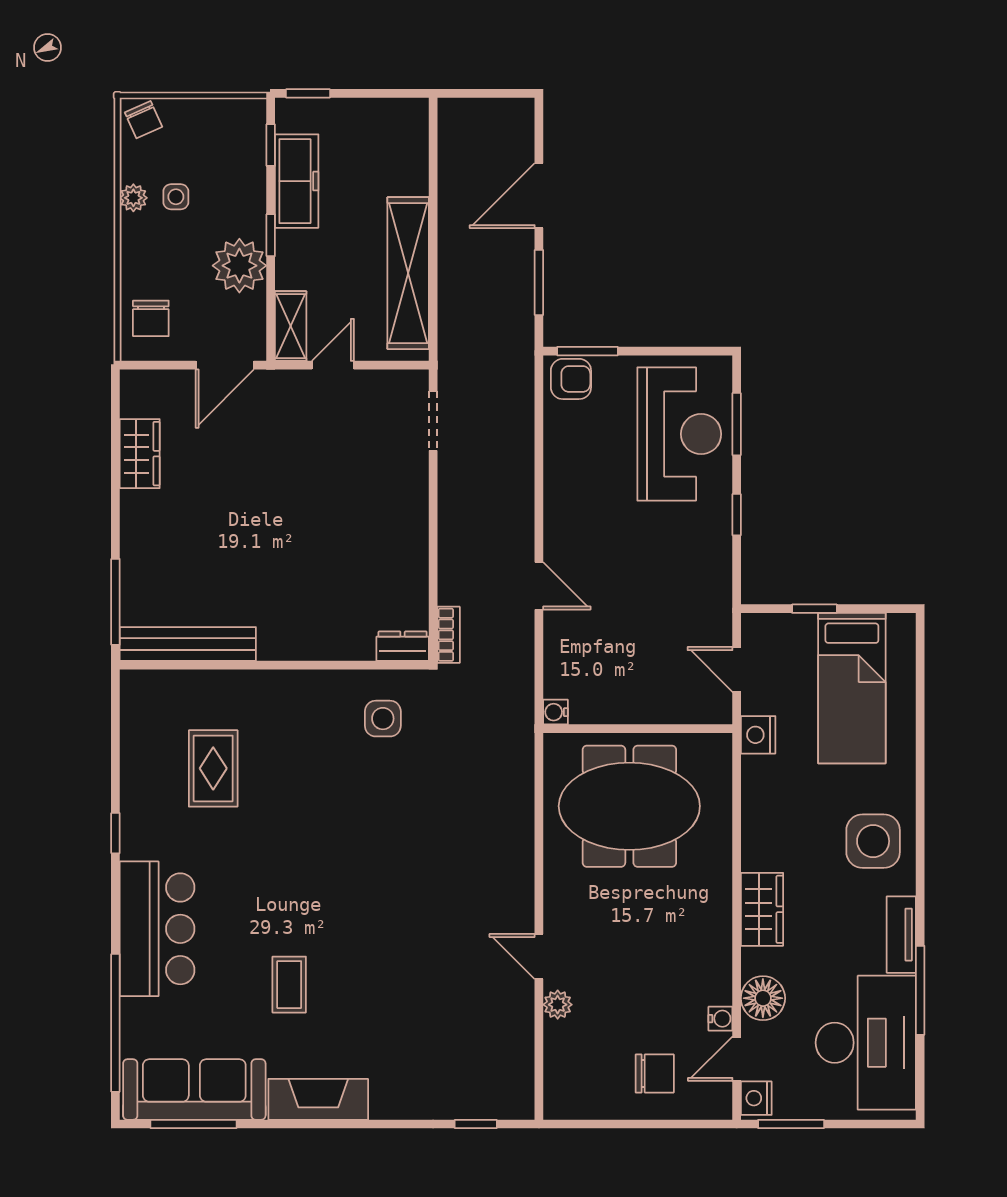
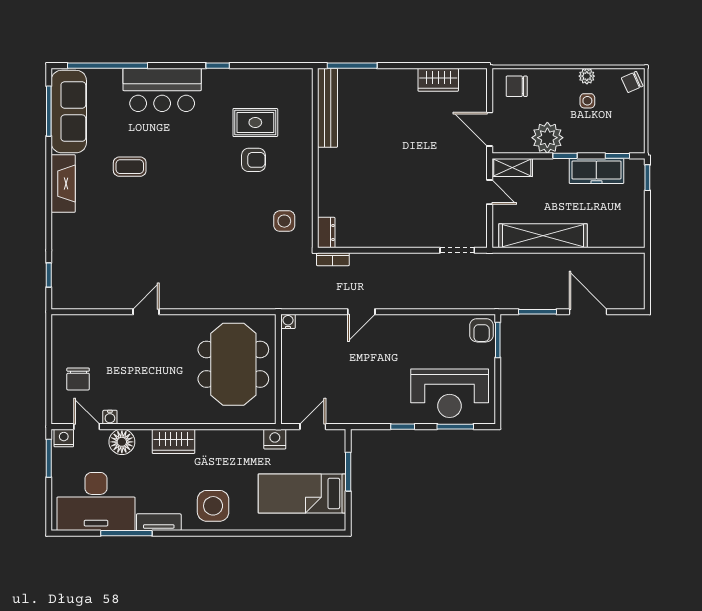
window: (814, 609) -> (348, 472), width x1.50
armchair: (278, 771) -> (254, 160), added
plant: (558, 1005) -> (118, 323), removed

